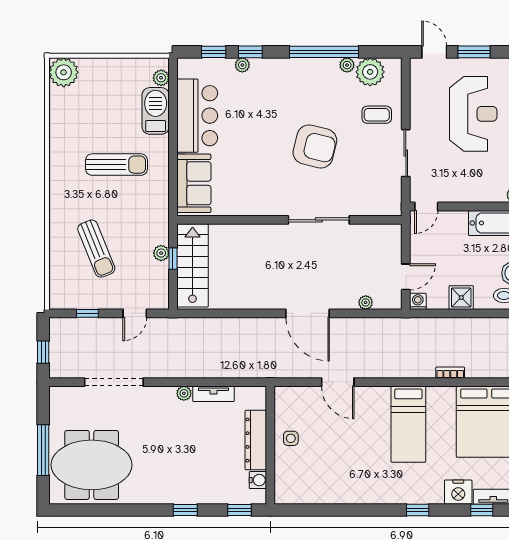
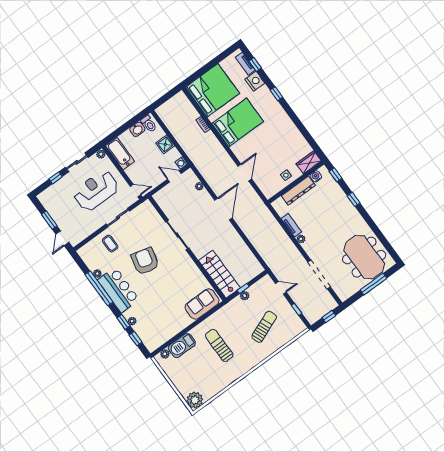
plant: (370, 72) -> (93, 261), removed
reception desk: (473, 114) -> (96, 191), moved
bar counter: (197, 116) -> (118, 290), moved, turned 90
stairs: (193, 265) -> (219, 274), moved, turned 90
bed: (408, 424) -> (238, 122), width x1.50
wardrobe: (286, 485) -> (309, 162), added

